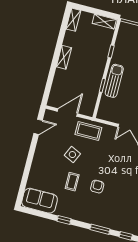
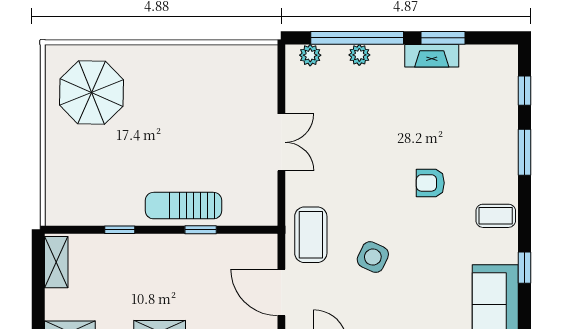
coffee table: (72, 182) -> (496, 216), moved
window: (64, 220) -> (524, 268), moved

